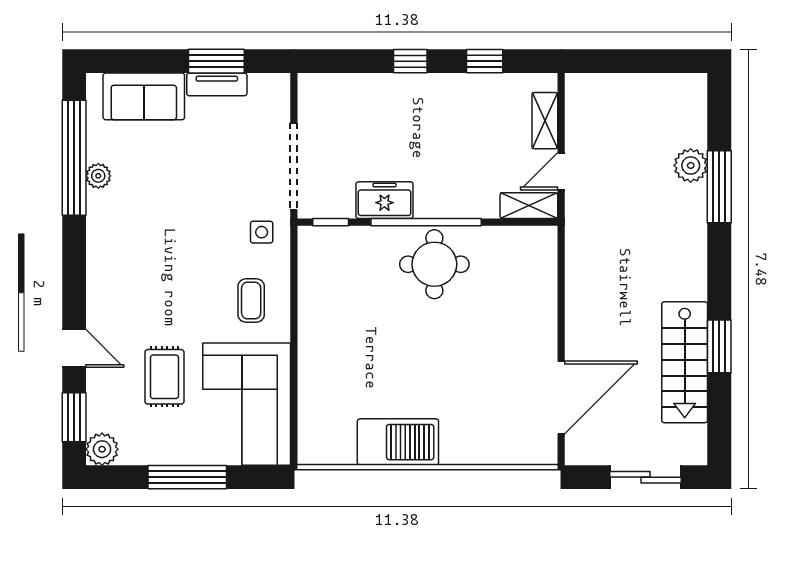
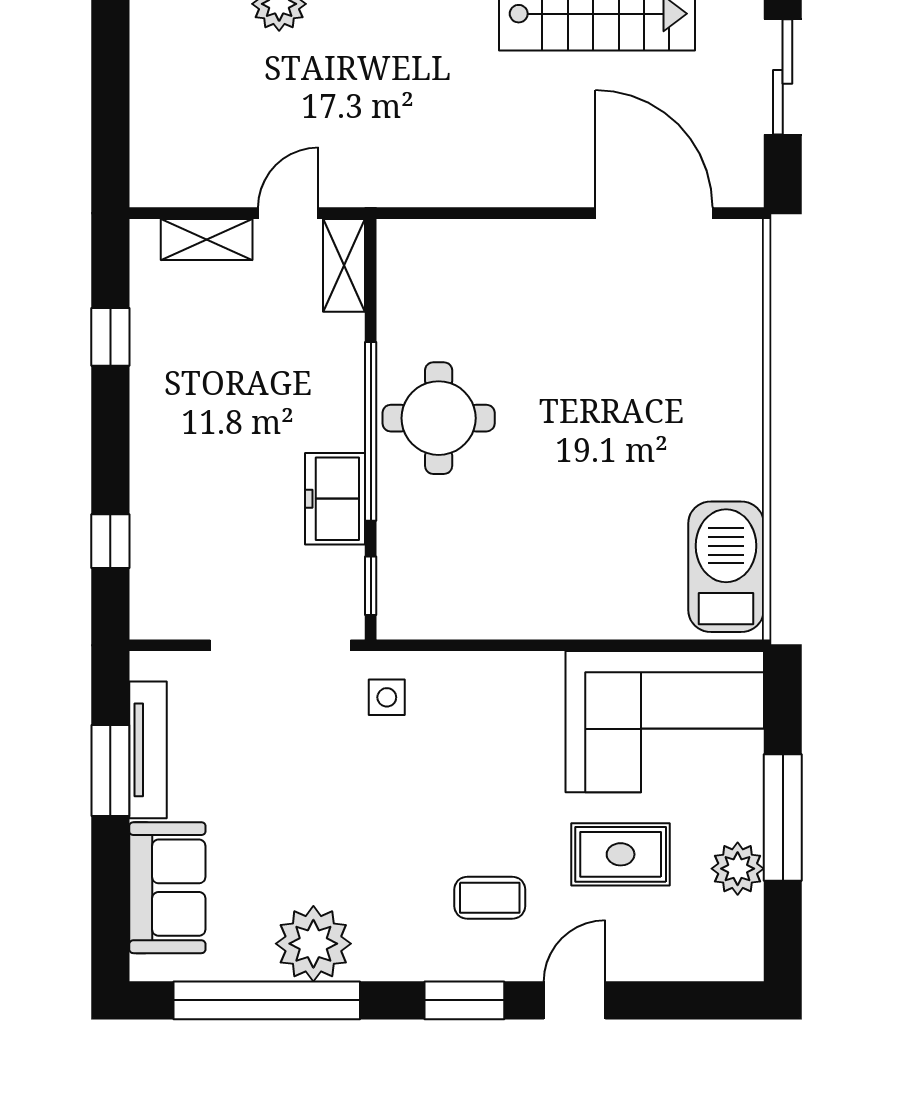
window: (410, 61) -> (110, 541), moved
tv unit: (217, 84) -> (148, 750), width x1.41
door: (561, 171) -> (288, 213), swing flipped
plant: (98, 176) -> (313, 944), width x1.88, depth x1.88
coffee table: (251, 301) -> (490, 898), moved
window: (74, 417) -> (464, 1000), moved
barbecue: (398, 442) -> (726, 567), moved
plant: (102, 449) -> (738, 869), moved

